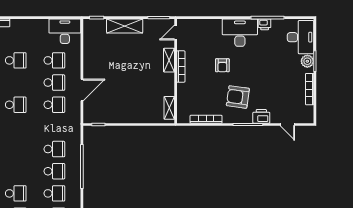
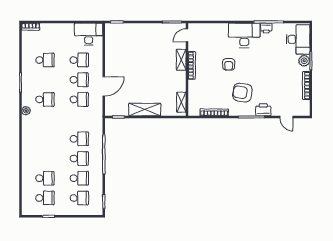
shelving: (125, 26) -> (145, 110), moved

